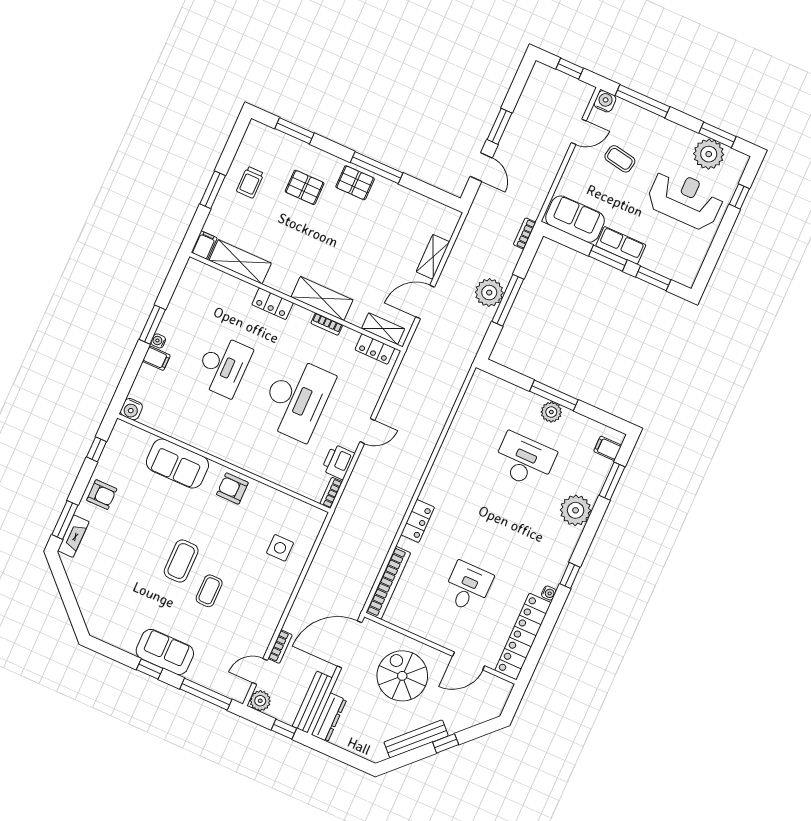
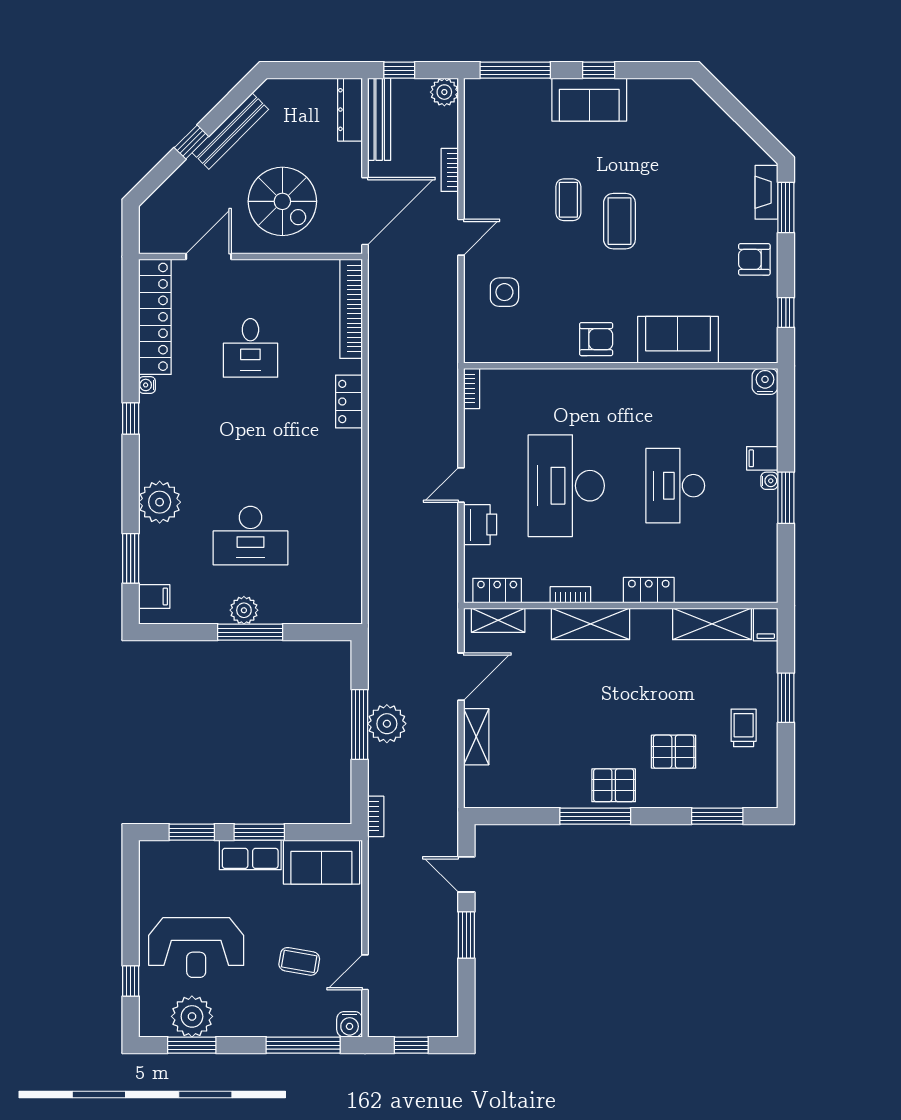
printer: (338, 462) -> (480, 525), moved
door: (260, 671) -> (461, 237), moved

